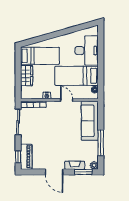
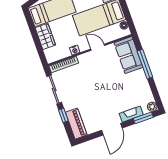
sofa: (90, 121) -> (129, 55), width x0.73
window: (101, 143) -> (145, 64), moved
window: (18, 157) -> (63, 115), moved
door: (54, 172) -> (112, 129), hinge flipped

